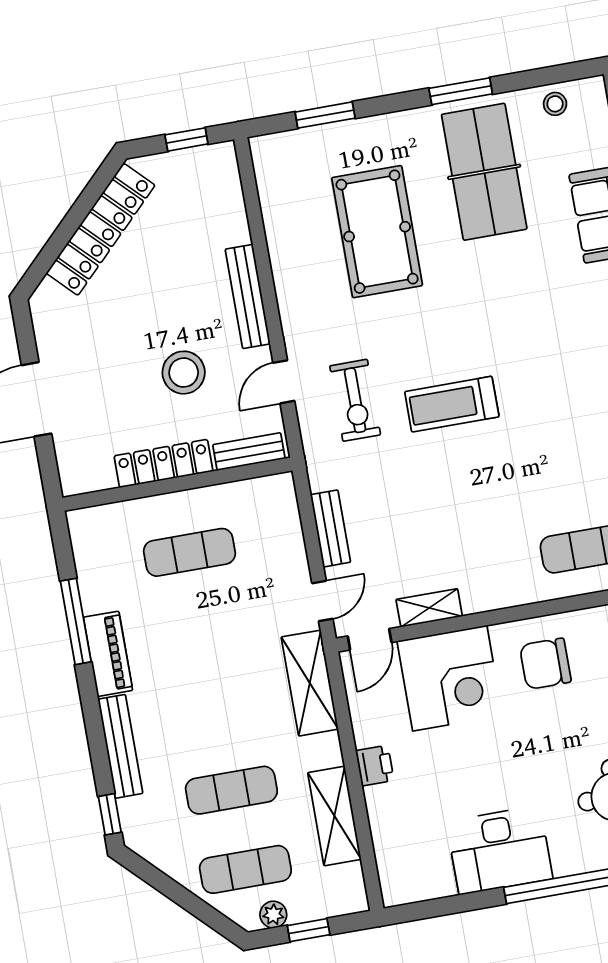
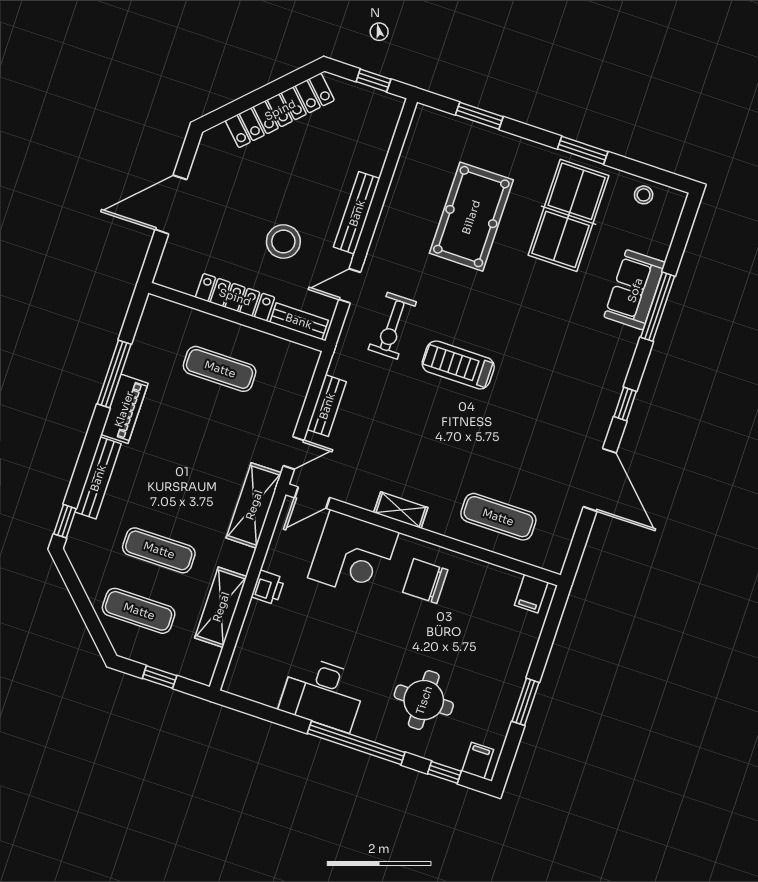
shelving: (429, 608) -> (401, 510), moved
plant: (273, 915) -> (141, 653), removed

